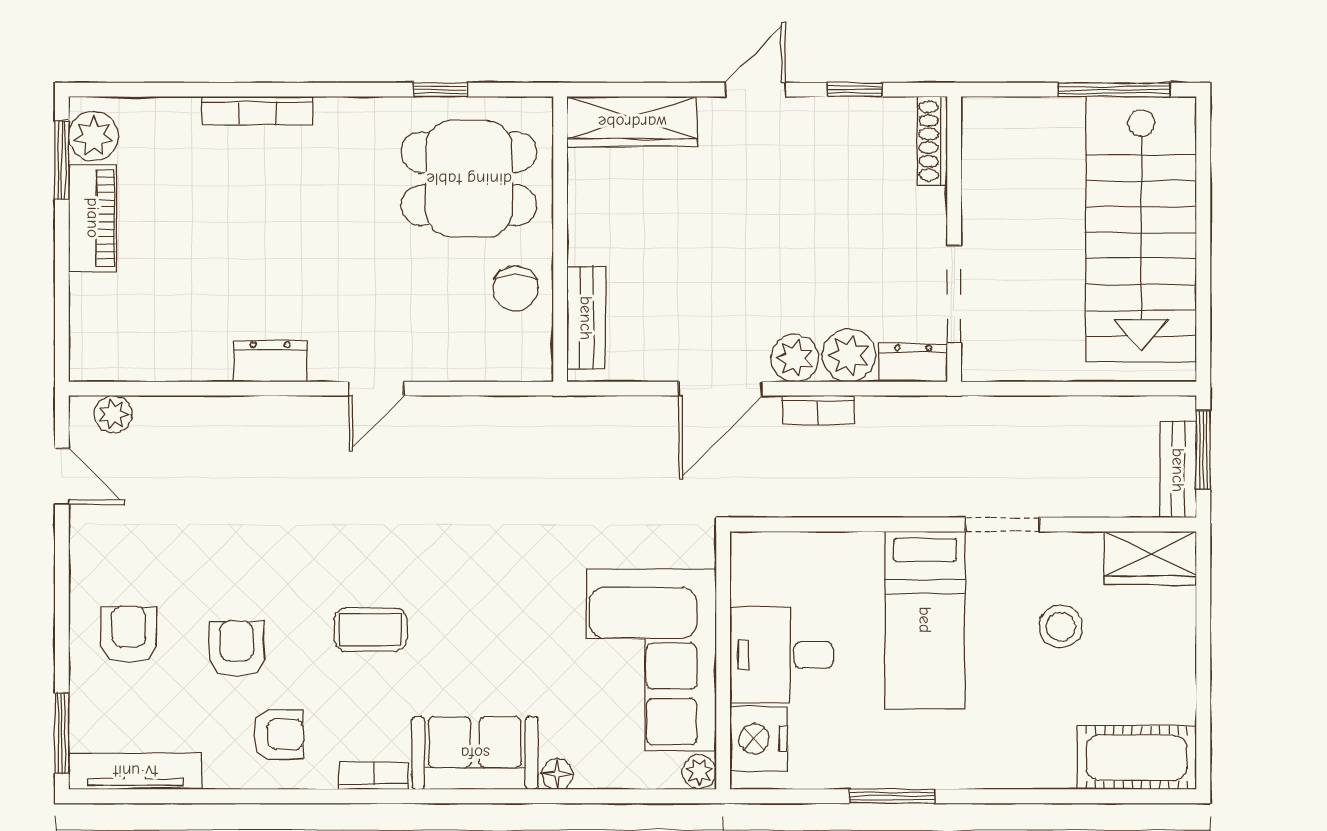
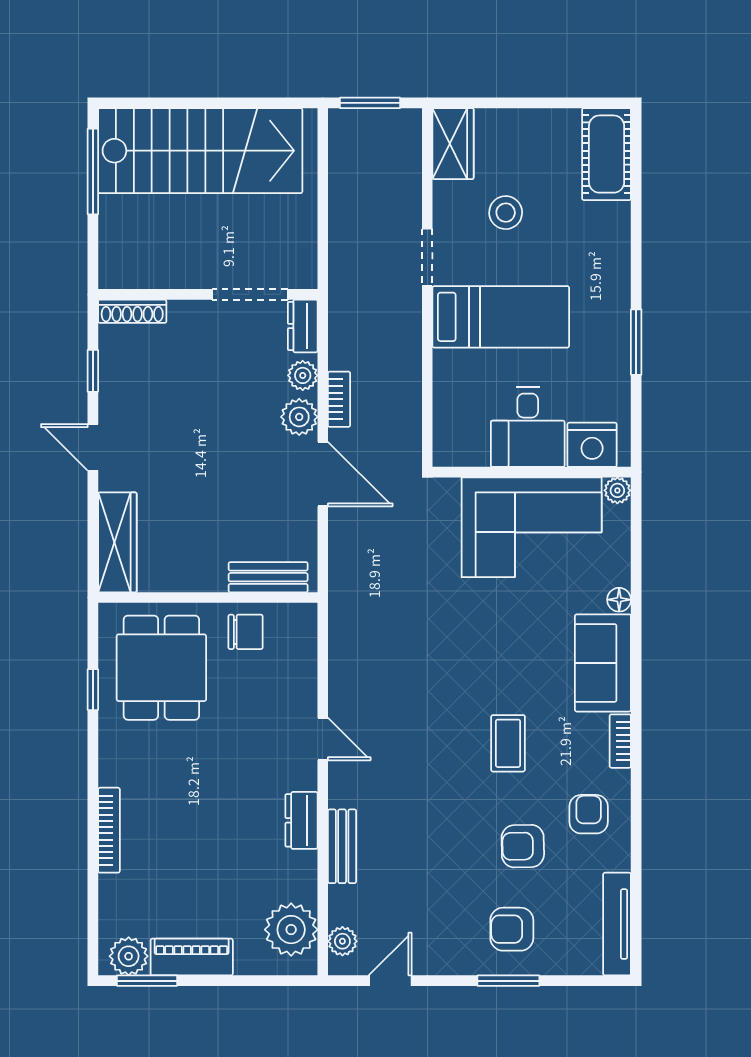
plant: (128, 347) -> (291, 930), added
plant: (849, 355) -> (303, 375), width x0.73, depth x0.73
bench: (1178, 470) -> (342, 846), moved, turned 90
window: (62, 733) -> (508, 981), moved

